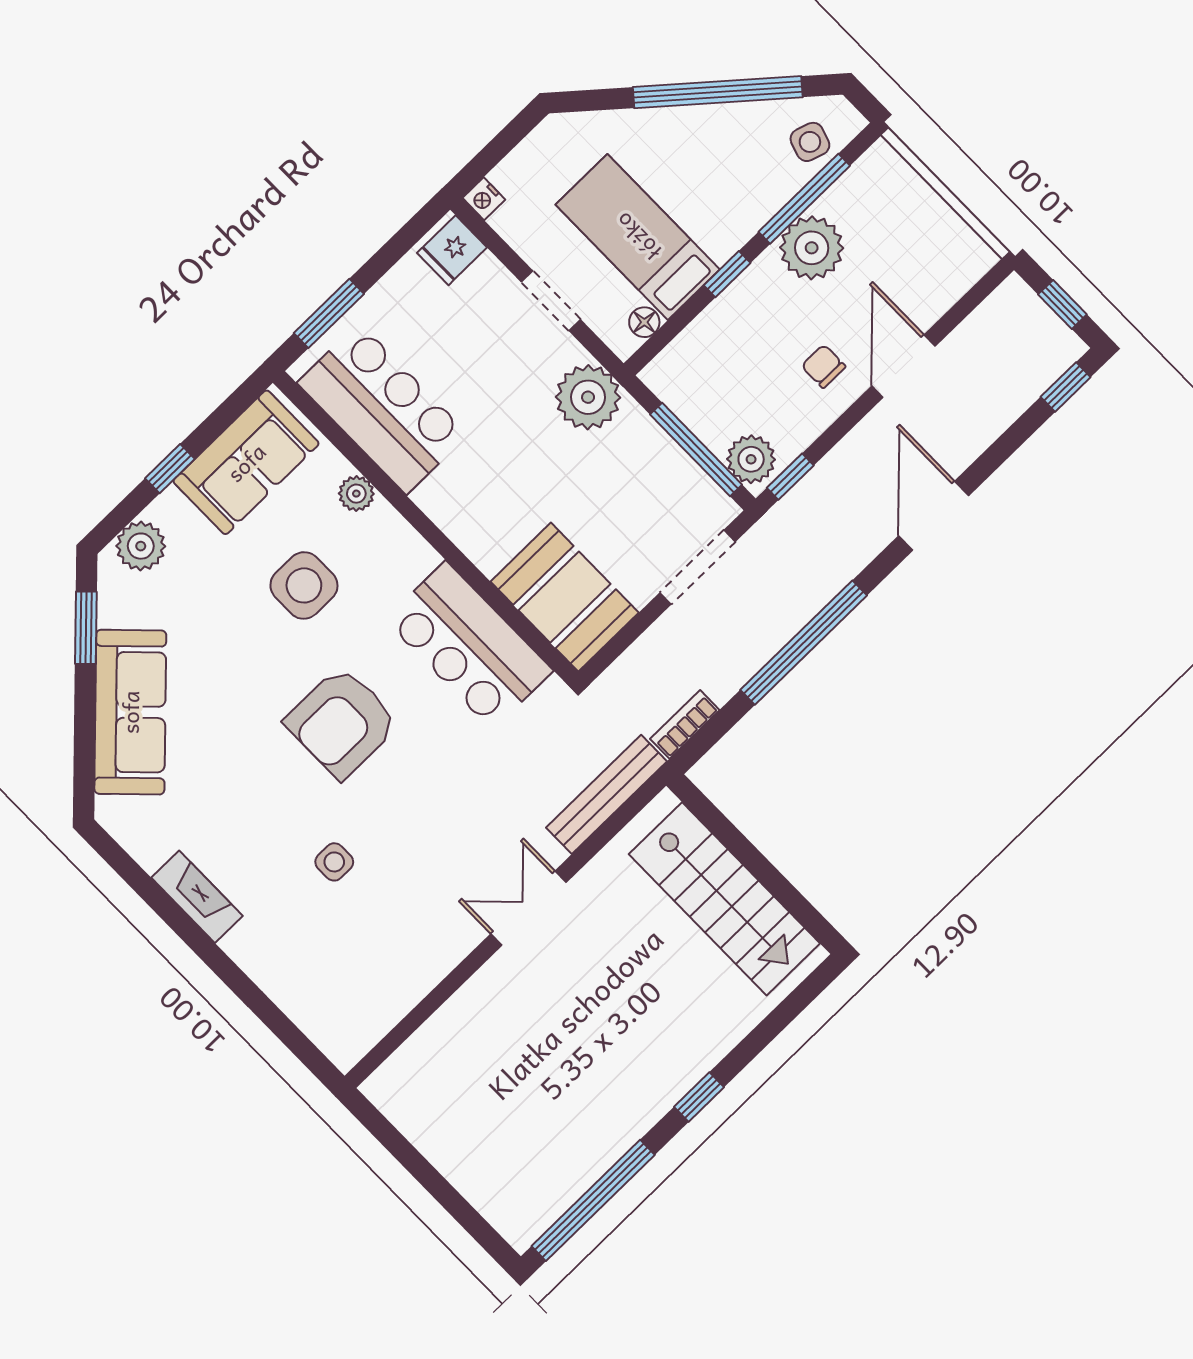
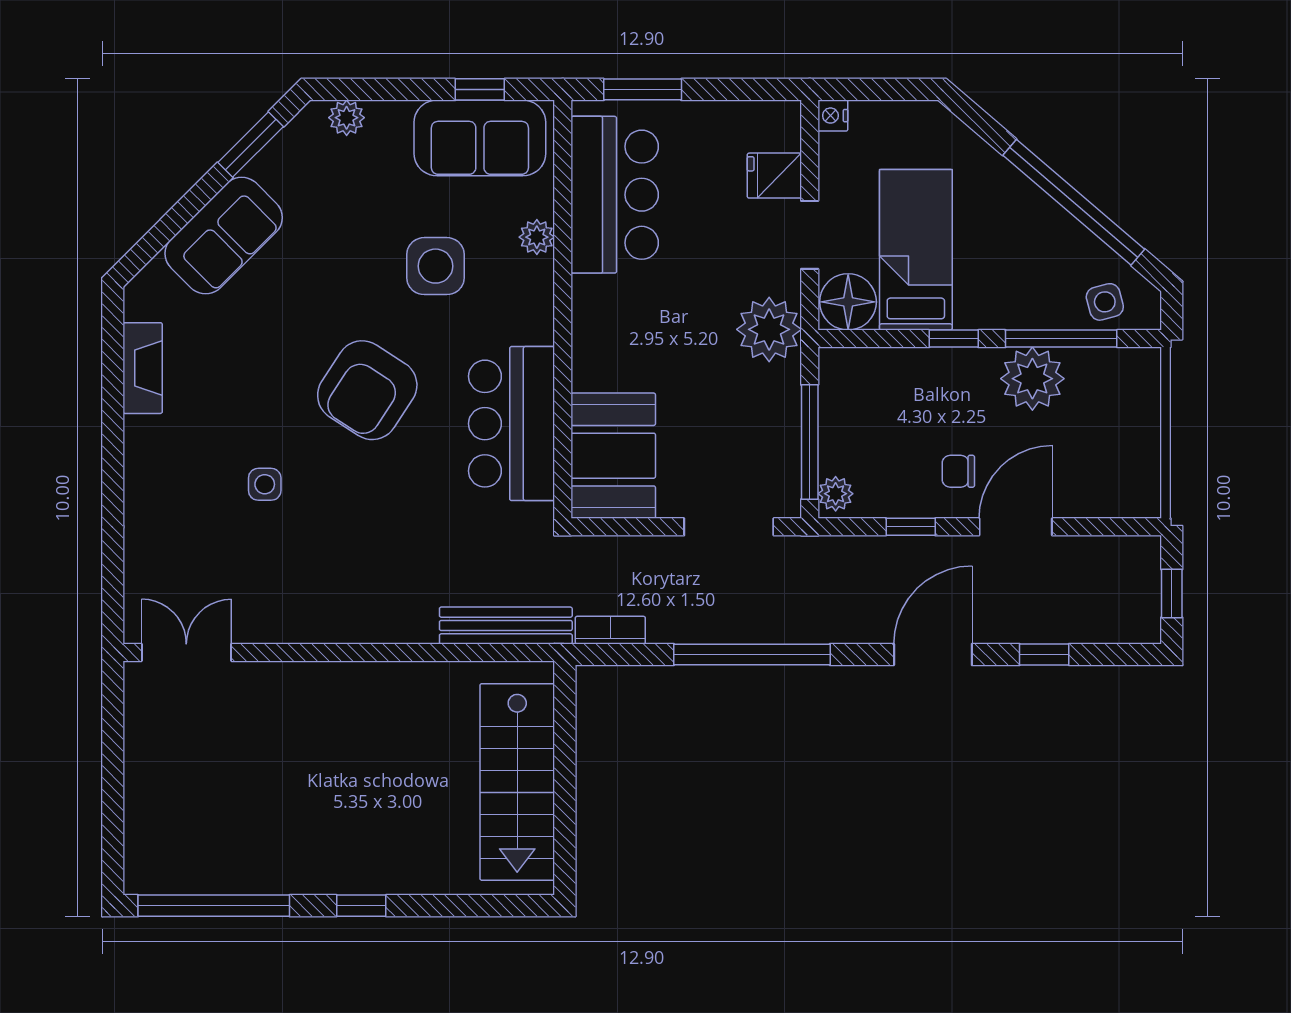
side table: (810, 142) -> (1105, 302), turned -33
fridge: (452, 250) -> (774, 176), moved
floor lamp: (644, 322) -> (848, 302), width x1.89, depth x1.89
chair: (823, 366) -> (958, 471), turned -90
window: (1066, 387) -> (1044, 655), moved
plant: (751, 459) -> (836, 494), width x0.73, depth x0.73
window: (170, 469) -> (480, 89), moved
window: (790, 477) -> (911, 527), moved
plant: (141, 546) -> (347, 118), width x0.73, depth x0.73
sofa: (130, 712) -> (224, 236), width x0.73
armchair: (342, 722) -> (367, 390), turned -57
fireplace: (197, 897) -> (143, 368), moved
double door: (529, 908) -> (186, 652), moved

